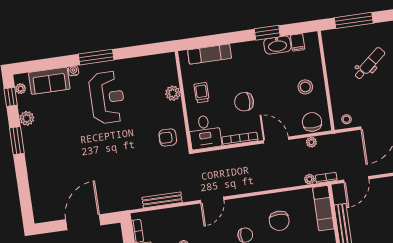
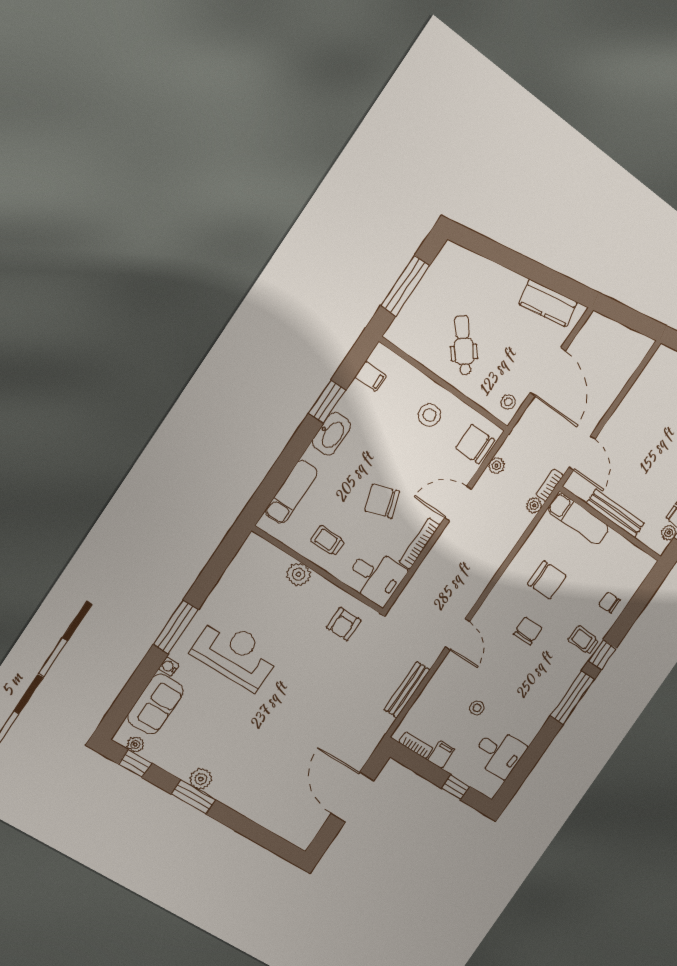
washbasin: (277, 45) -> (331, 434), moved
dental chair: (370, 64) -> (464, 345), moved
chair: (244, 102) -> (382, 501), turned 72
plant: (27, 118) -> (201, 779), moved

